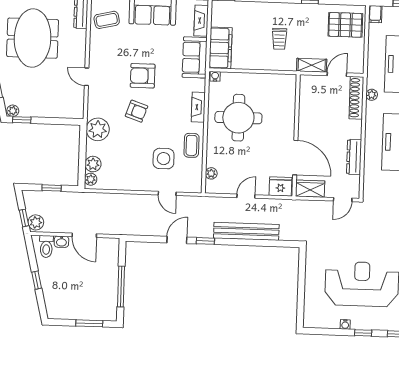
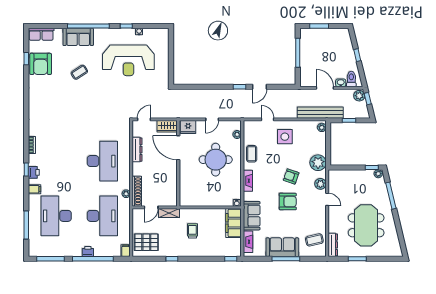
round table: (238, 118) -> (216, 160), moved
side table: (164, 159) -> (285, 137), moved
plant: (93, 164) -> (320, 184), moved
bench: (246, 231) -> (320, 113), moved

